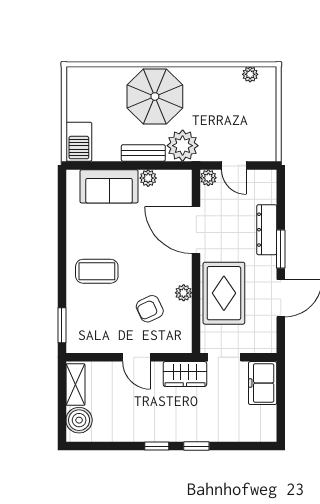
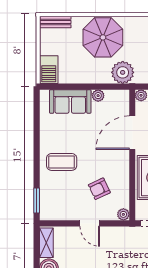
bench: (143, 153) -> (55, 22), moved
door: (196, 230) -> (132, 133), hinge flipped
plant: (184, 293) -> (123, 214), moved
wardrobe: (185, 374) -> (124, 235), removed

